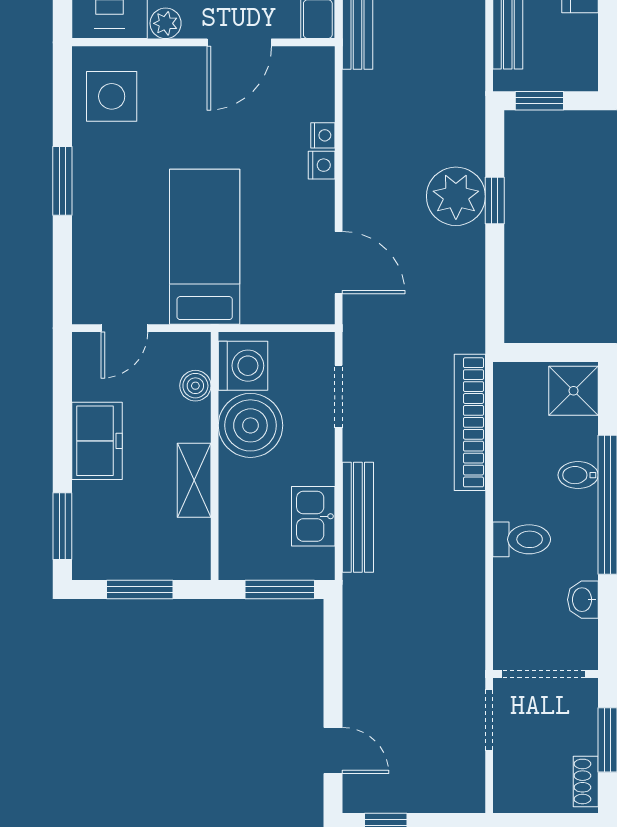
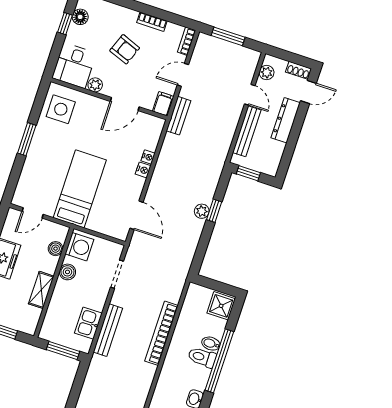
plant: (456, 196) -> (202, 211), width x0.53, depth x0.53
bookcase: (470, 422) -> (161, 333), moved
boiler: (250, 425) -> (67, 272), width x0.54, depth x0.54
toilet: (522, 539) -> (202, 357), moved, turned 180

